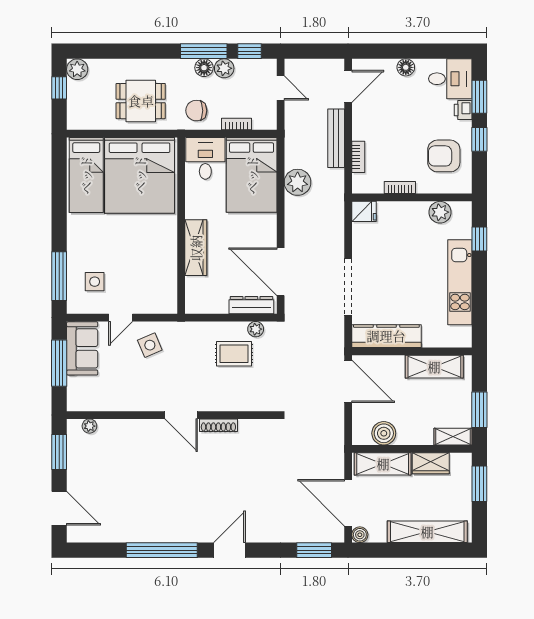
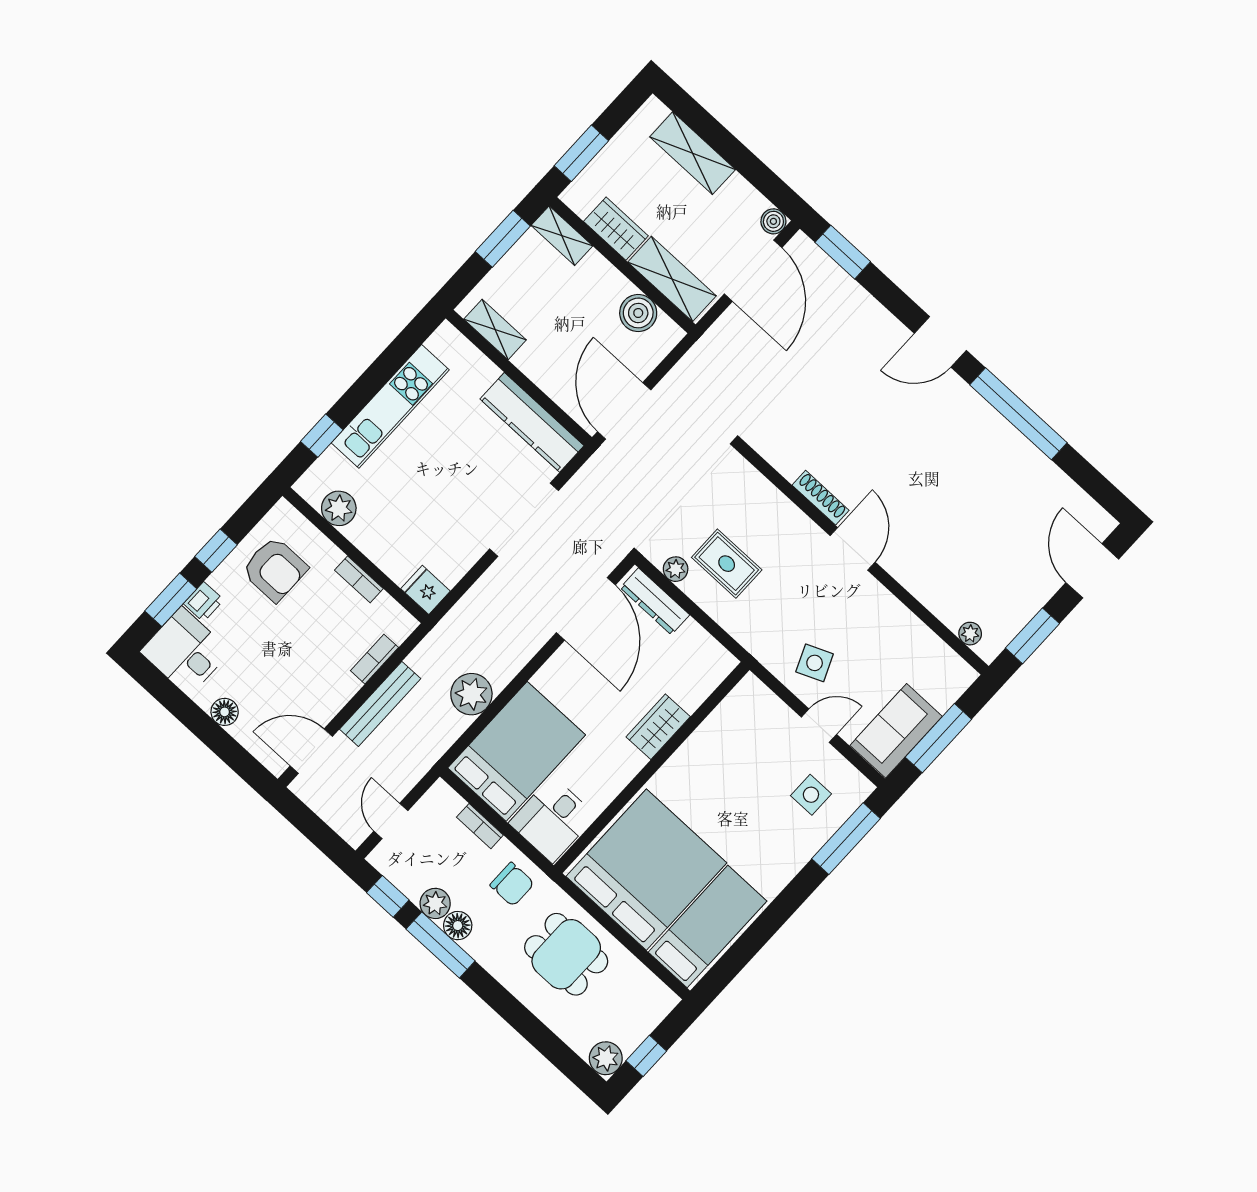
wardrobe: (196, 248) -> (658, 727), width x0.67
shelving: (434, 367) -> (495, 329), width x0.67, depth x0.75
shelving: (427, 532) -> (693, 153), width x0.68

